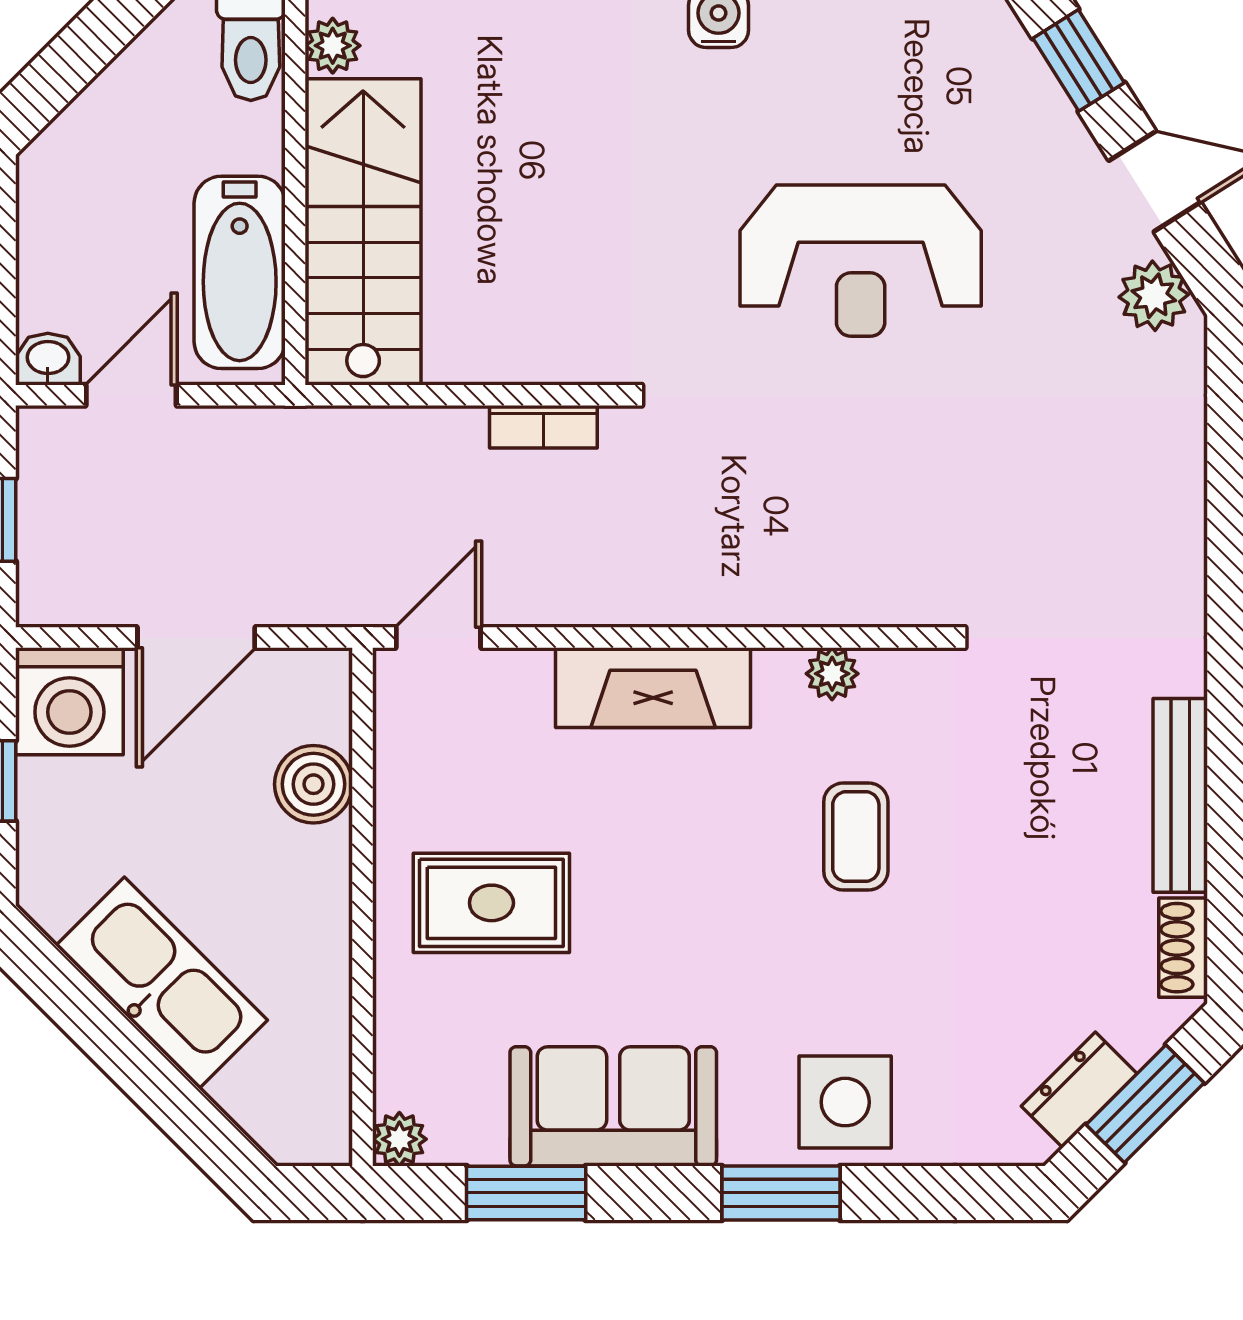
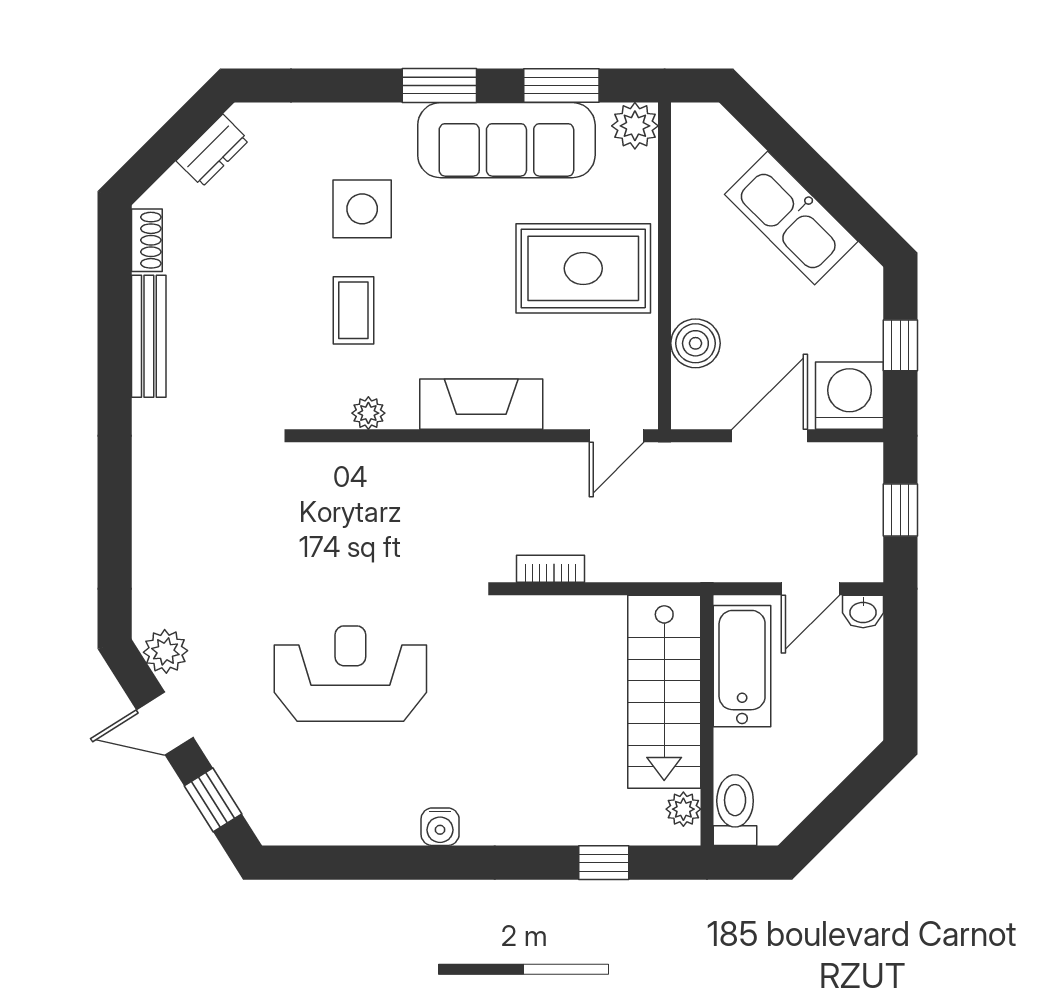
rug: (491, 903) -> (583, 268), width x1.36, depth x1.43
side table: (845, 1102) -> (362, 209), moved
window: (1145, 1104) -> (171, 142), removed
sofa: (613, 1106) -> (506, 140), width x1.36
plant: (399, 1139) -> (635, 126), width x1.38, depth x1.38
window: (781, 1193) -> (439, 85), moved

